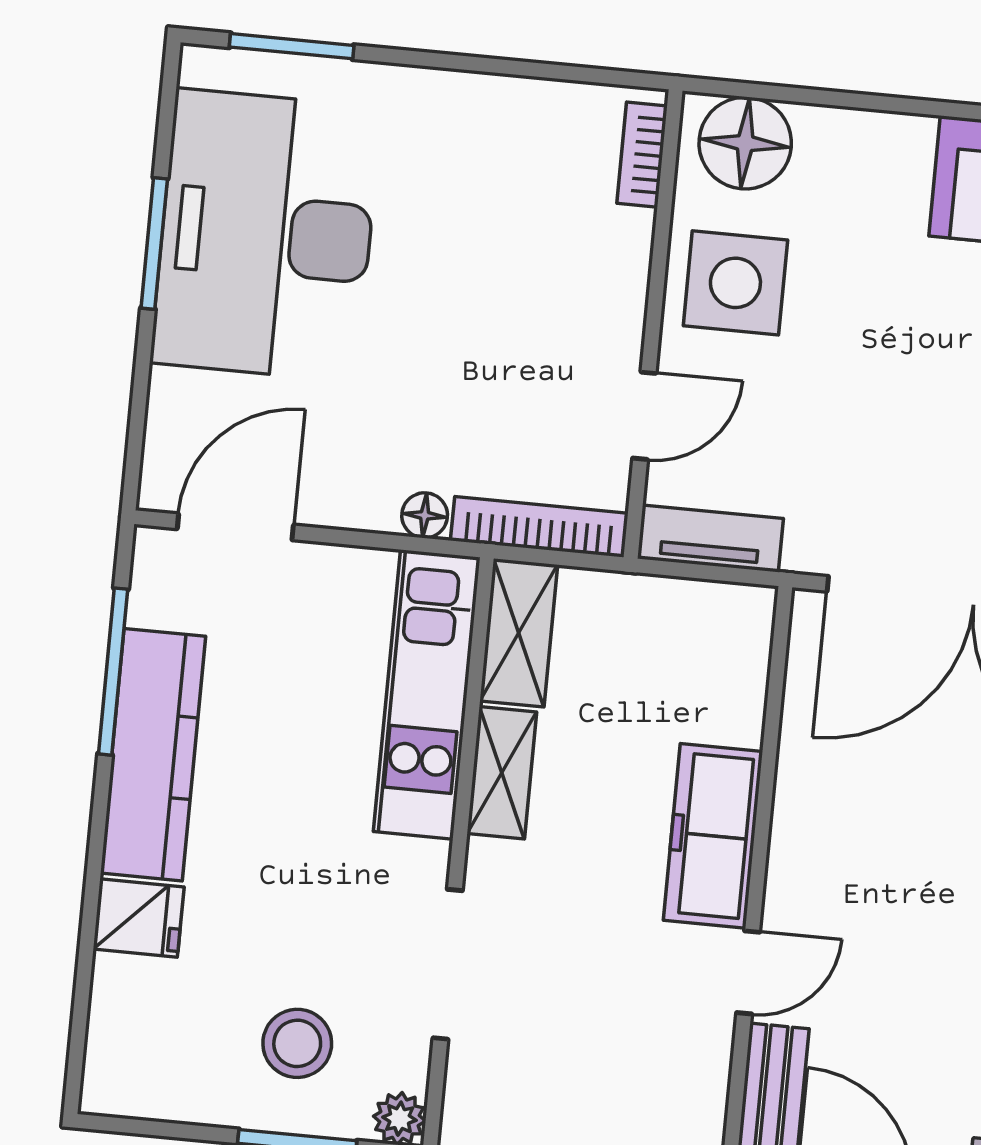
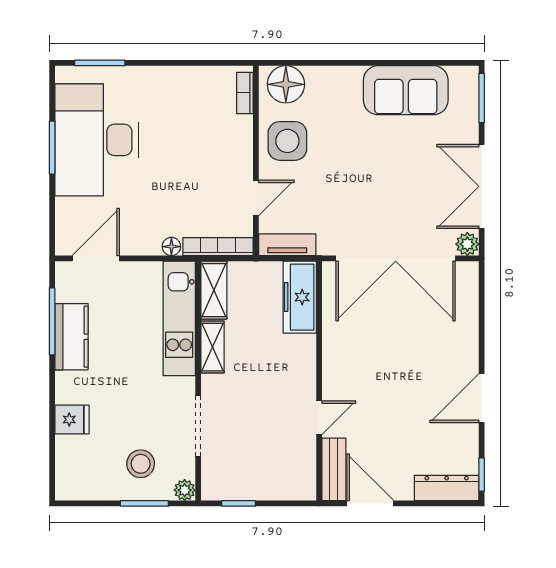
kitchen counter: (153, 755) -> (71, 337), width x0.67
freezer: (713, 836) -> (300, 297), moved

